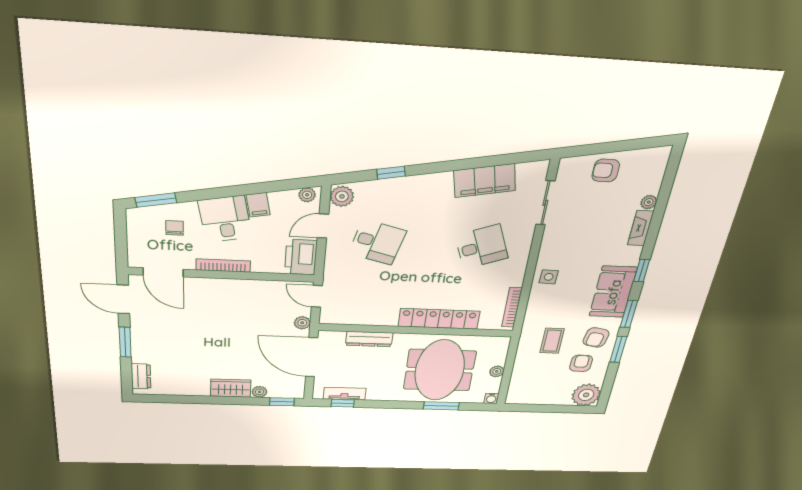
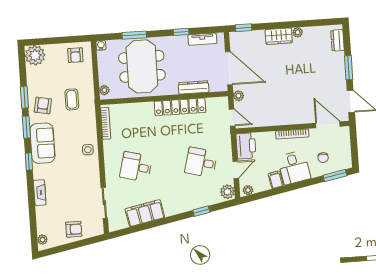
plant: (649, 202) -> (42, 240), moved
desk: (482, 247) -> (136, 167), turned 36
locker: (439, 319) -> (180, 107), moved
armchair: (581, 363) -> (75, 55), moved
plant: (497, 371) -> (104, 90), moved
plant: (260, 392) -> (298, 32), moved
window: (343, 403) -> (181, 32), moved

